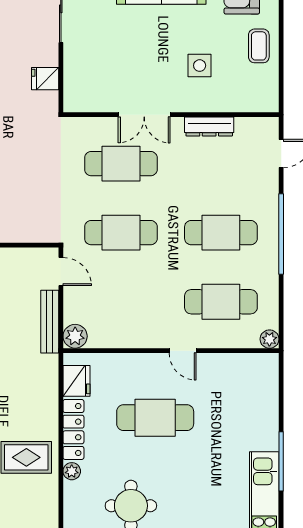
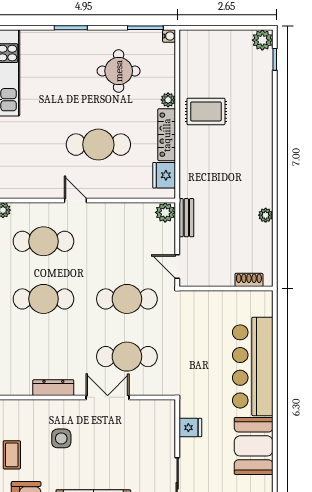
bench: (50, 322) -> (186, 218), width x0.73

